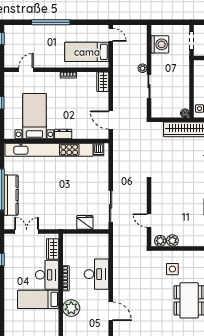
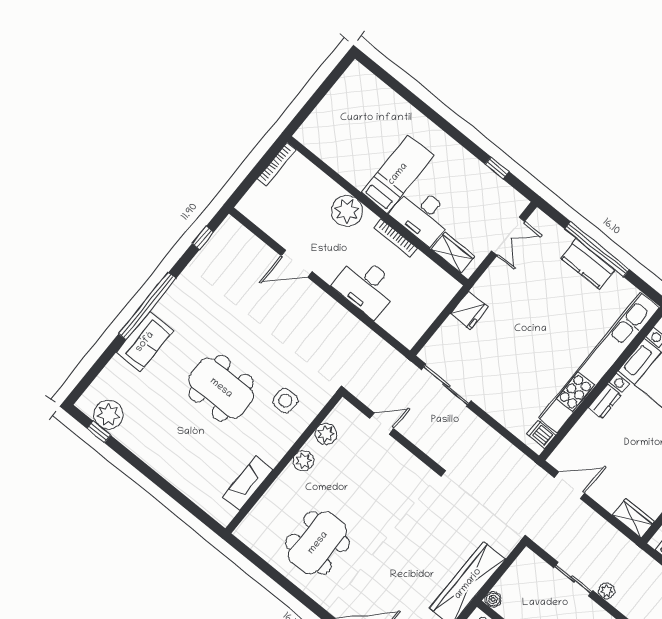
kitchen counter: (11, 195) -> (588, 264), width x0.67
fridge: (85, 222) -> (469, 310), moved
plant: (160, 241) -> (303, 461), moved

